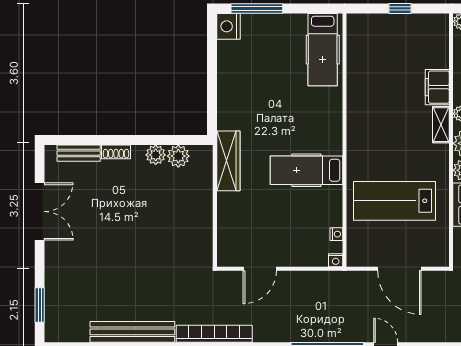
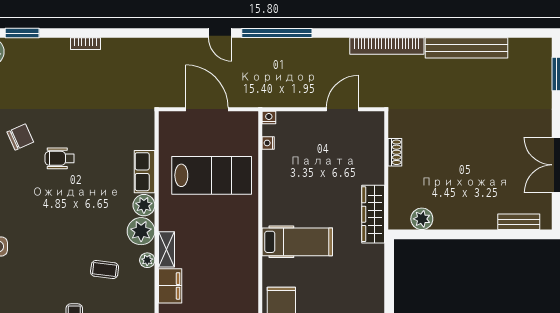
shoe rack: (116, 152) -> (395, 152), moved, turned 90
plant: (156, 155) -> (444, 220), removed
hospital bed: (306, 170) -> (297, 242), moved

